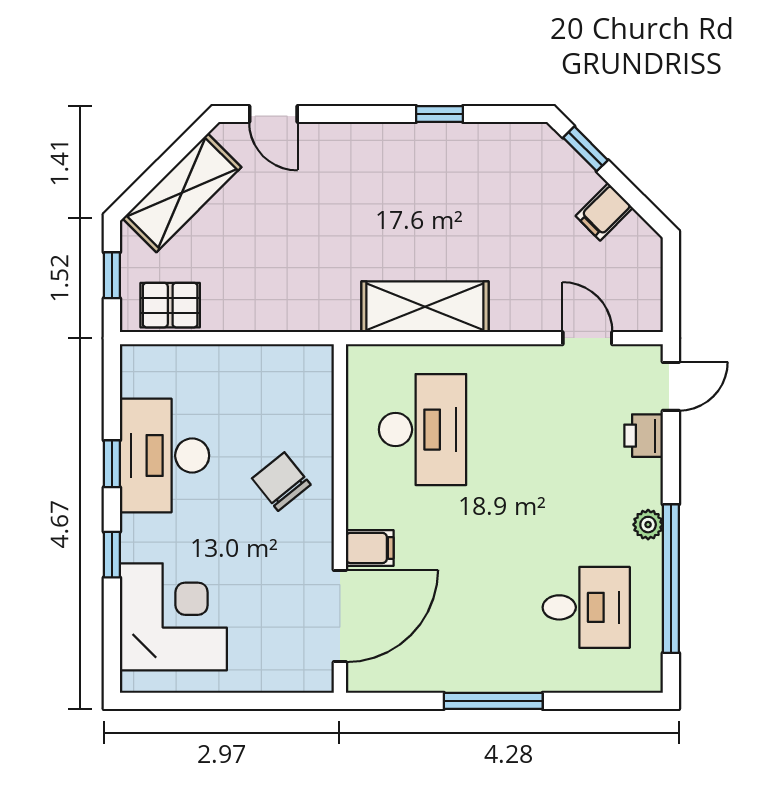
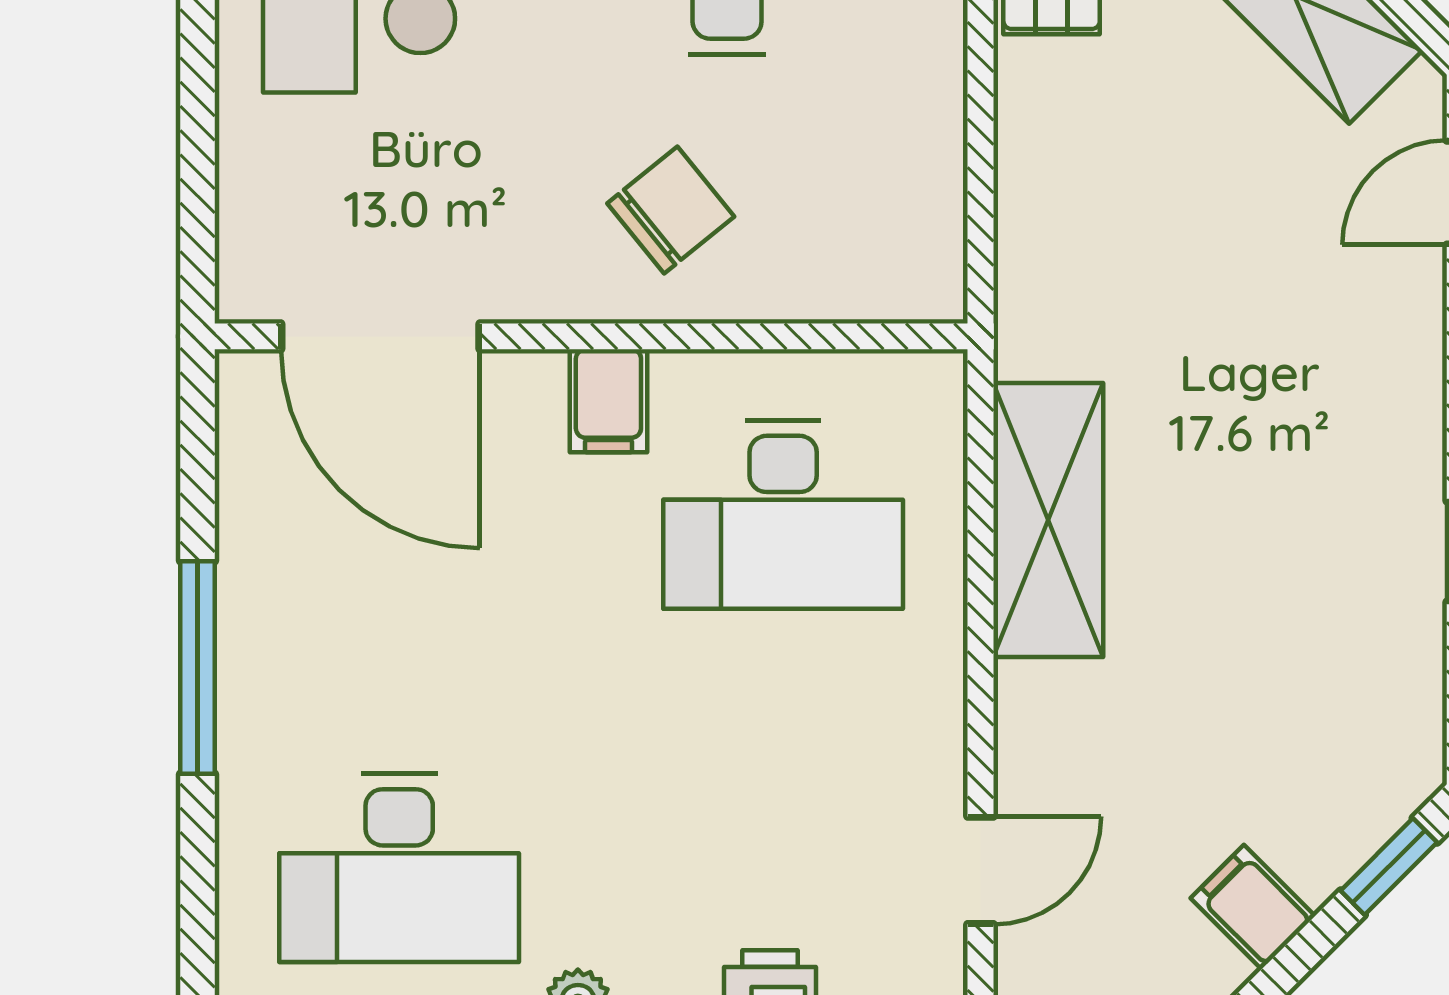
filing cabinet: (370, 548) -> (608, 401), moved
desk: (586, 607) -> (399, 868), width x1.37

